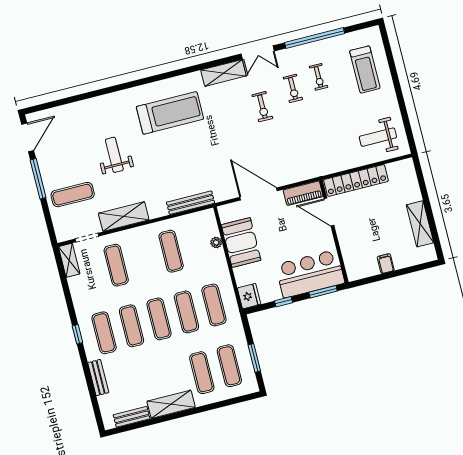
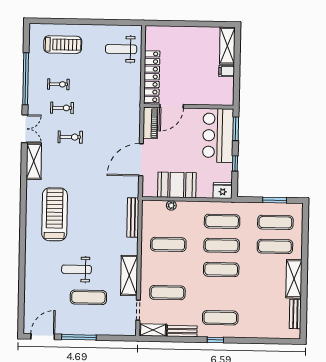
door: (28, 137) -> (43, 337), hinge flipped
weight bench: (378, 137) -> (121, 49), turned 90
exercise mat: (73, 195) -> (88, 297), moved, turned 90
shelving: (420, 224) -> (227, 46), moved, turned 90
exercise mat: (132, 326) -> (221, 294), removed
bench: (98, 378) -> (182, 331), moved

